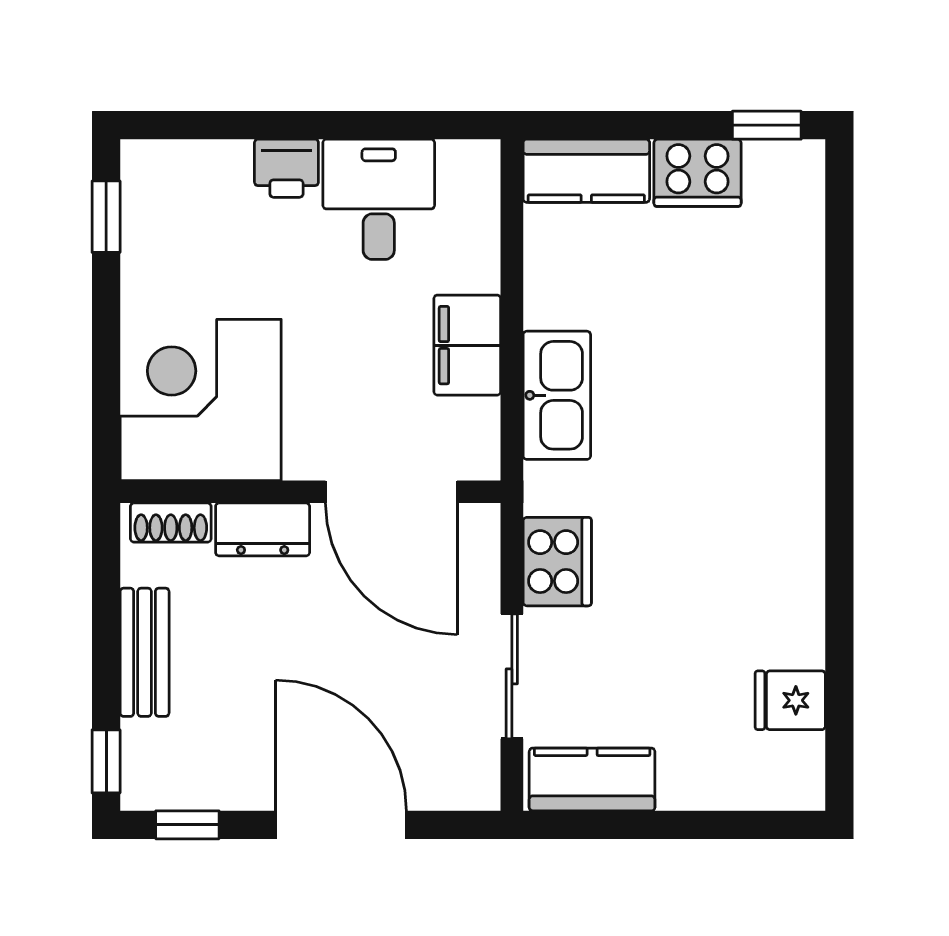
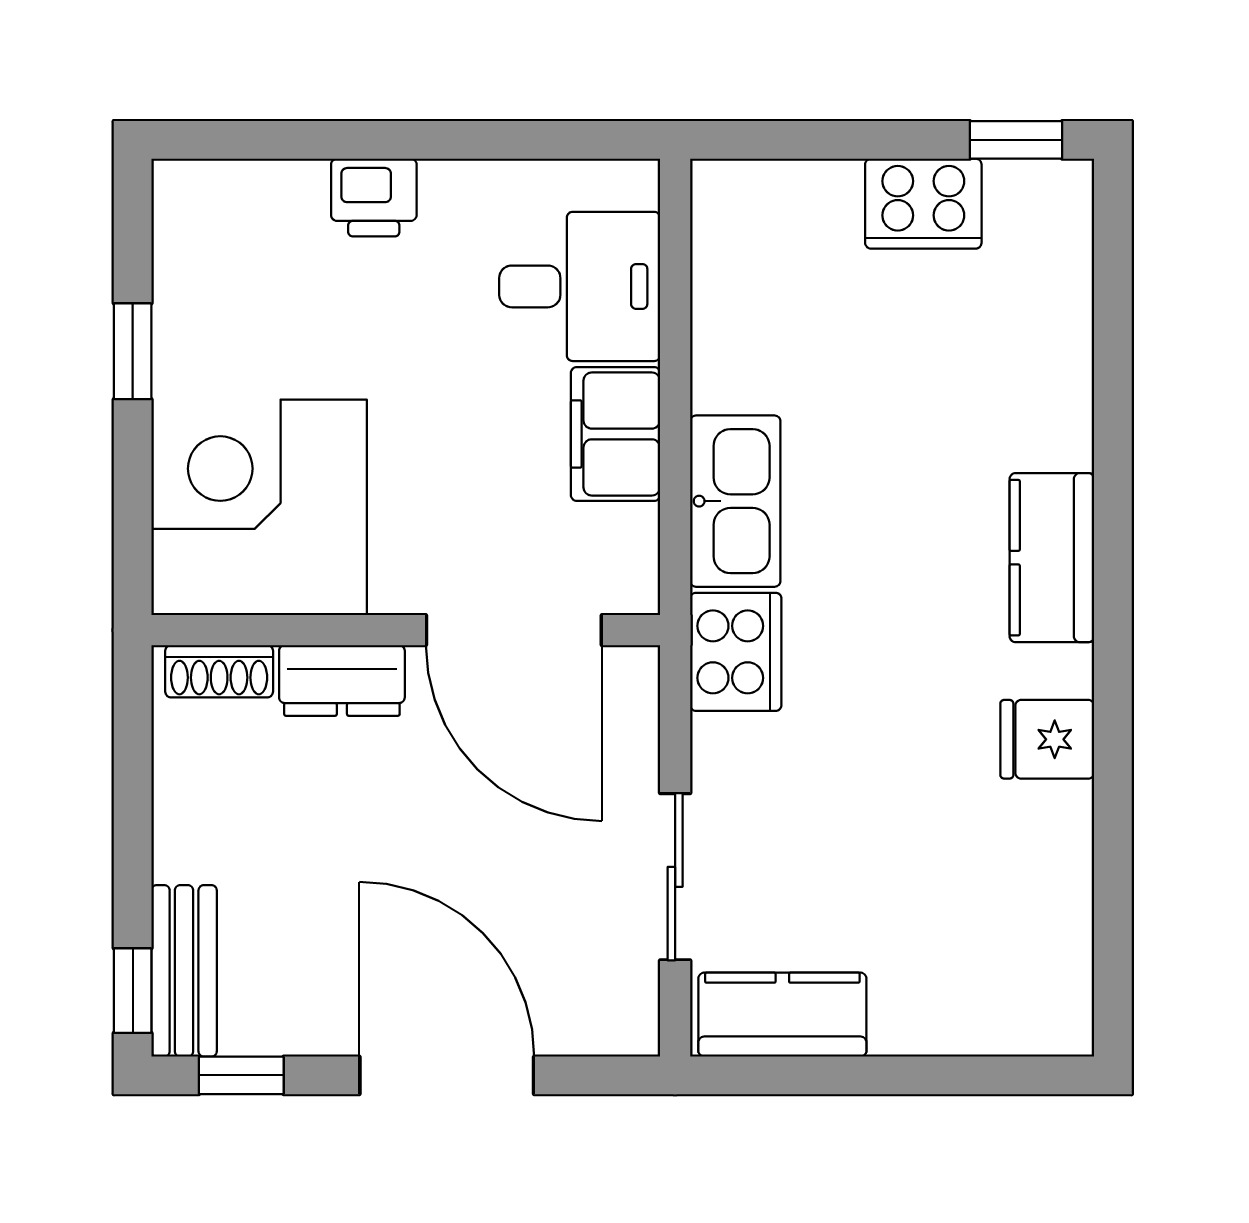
kitchen counter: (586, 171) -> (1052, 558), moved, turned 90
desk: (379, 199) -> (580, 286), moved, turned 90
window: (106, 217) -> (133, 351), moved
cooker: (557, 562) -> (736, 652), moved
bench: (145, 652) -> (184, 971), moved
fridge: (790, 700) -> (1047, 739), moved

